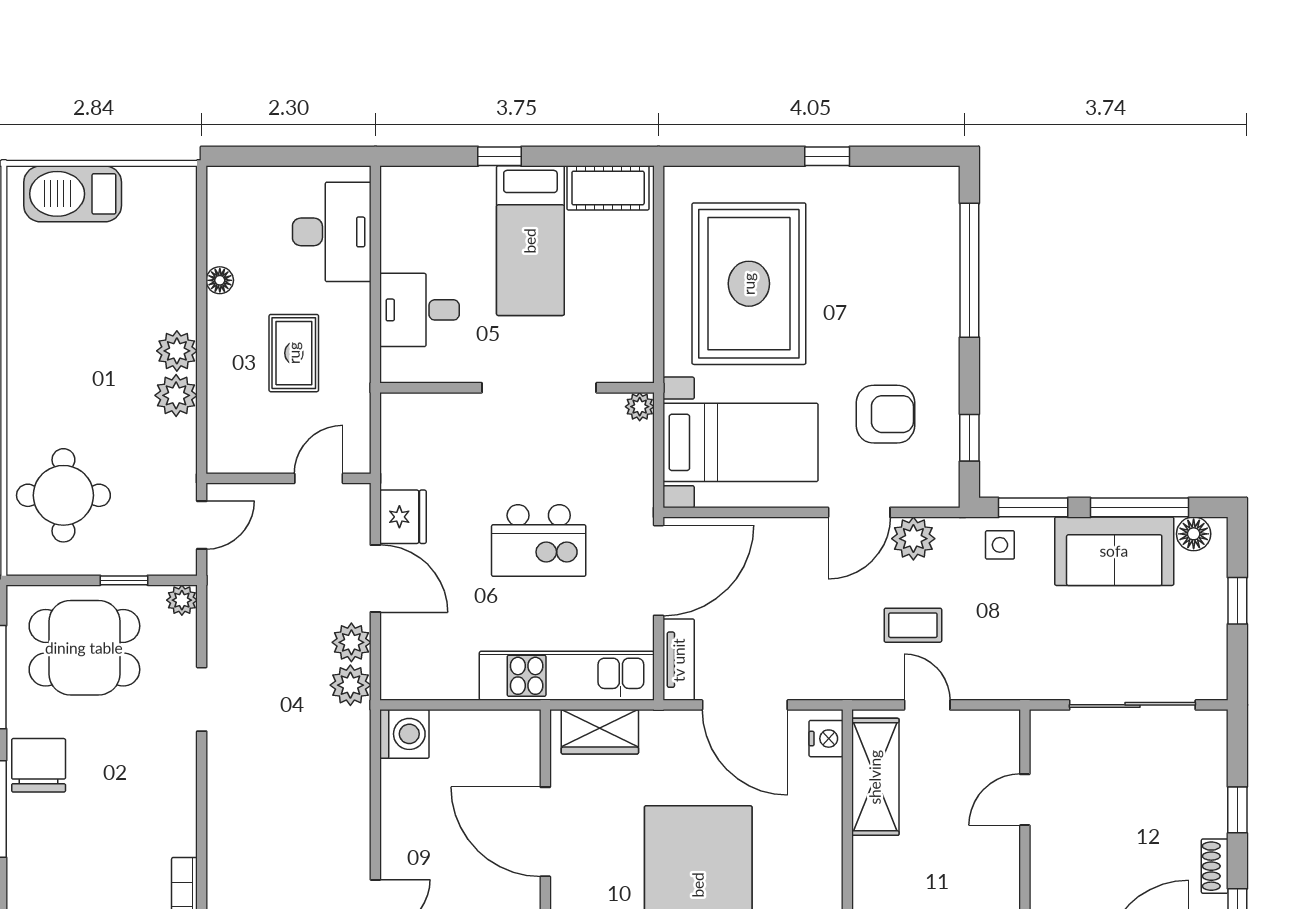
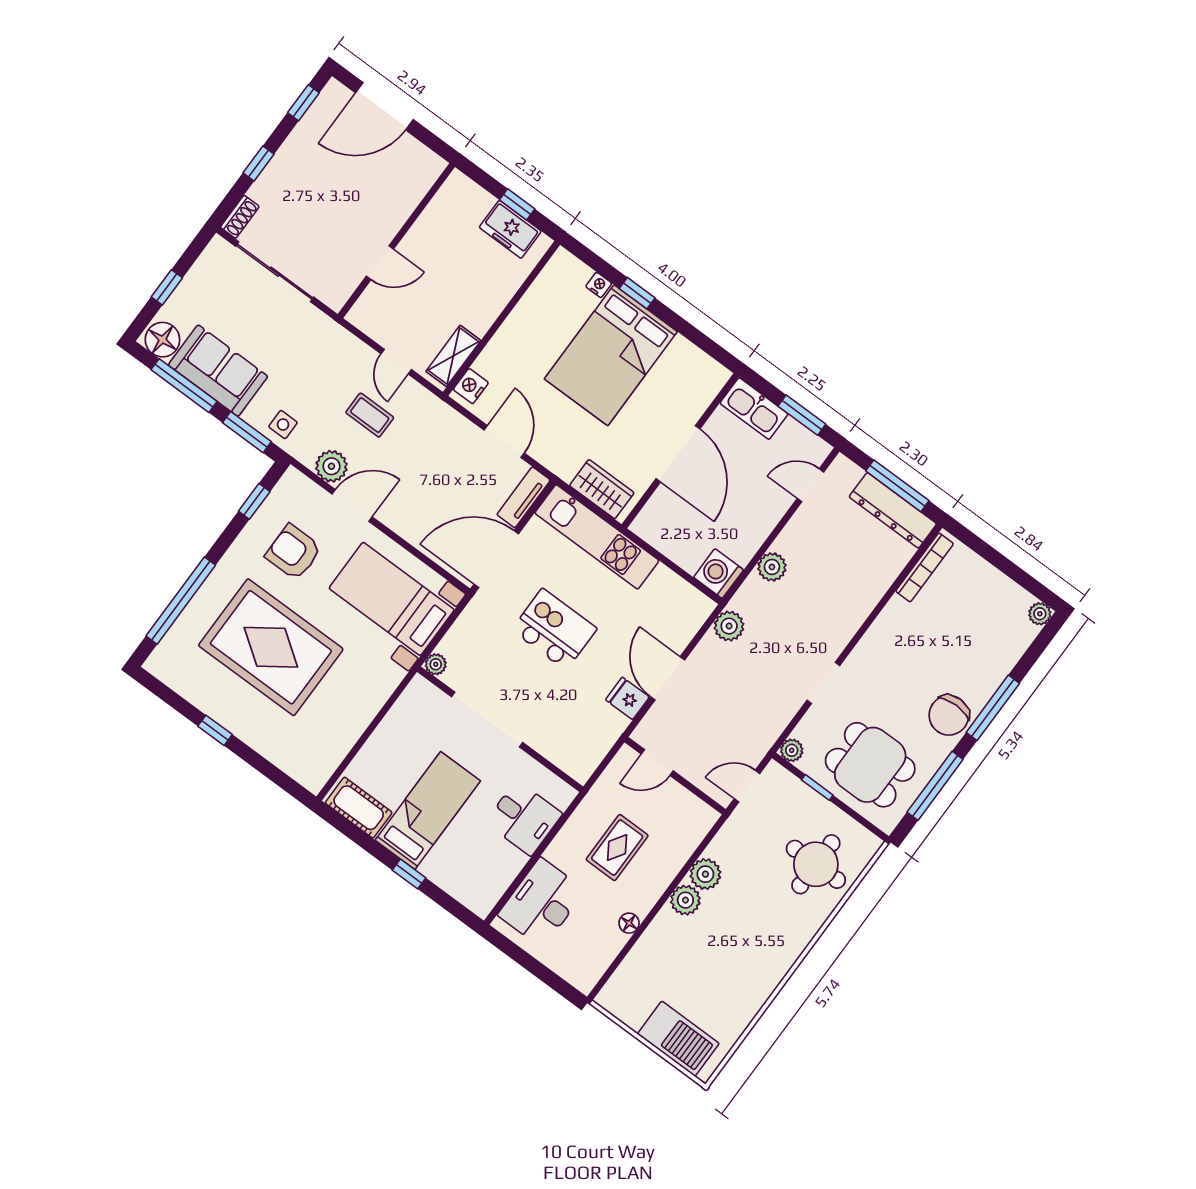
rug: (749, 284) -> (271, 647), moved, turned 90
fridge: (403, 517) -> (627, 698), width x0.72
floor lamp: (1194, 534) -> (162, 340), width x1.38, depth x1.38
plant: (351, 642) -> (772, 567), moved
door: (745, 705) -> (504, 442), width x0.73
shelving: (875, 777) -> (453, 356), width x0.67, depth x0.75
shoe rack: (1215, 866) -> (240, 217), moved

